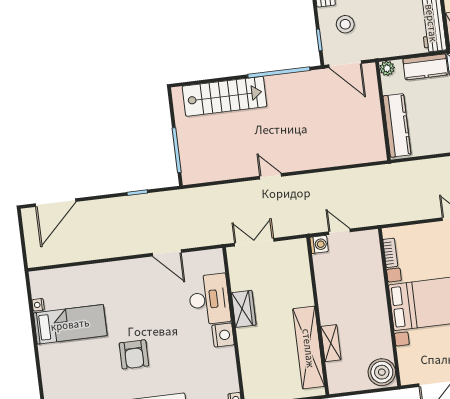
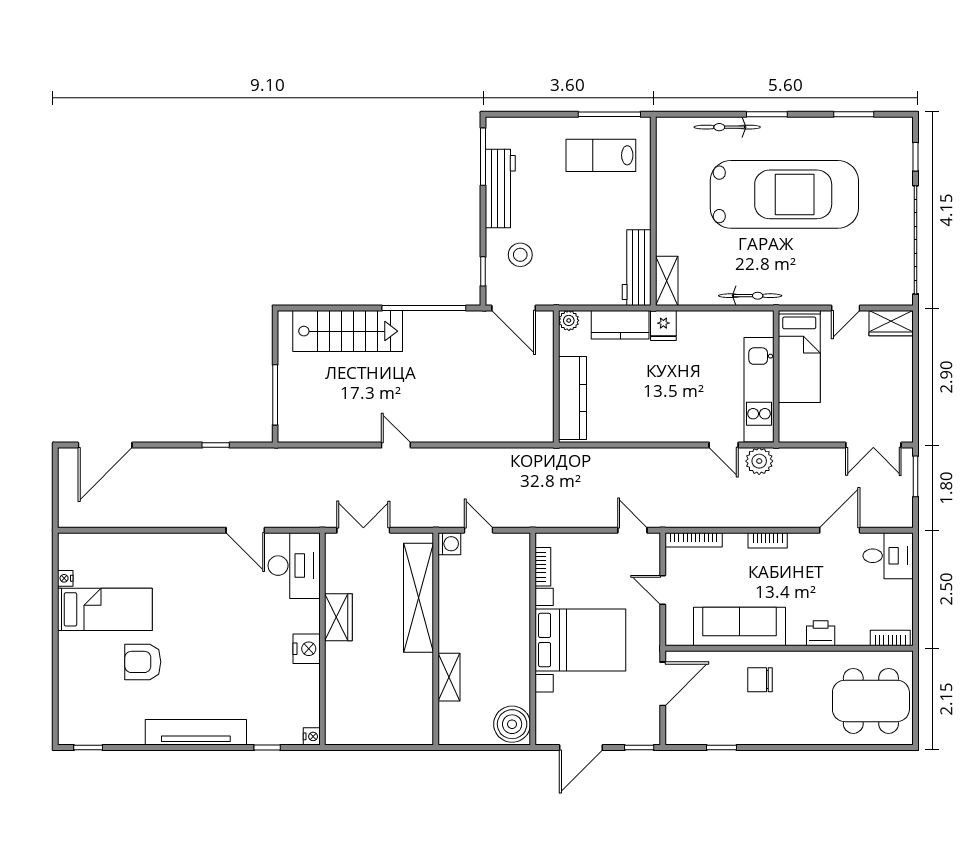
desk: (209, 299) -> (294, 566), moved
shelving: (309, 348) -> (419, 598), moved
armchair: (134, 354) -> (143, 662), moved, turned 90

